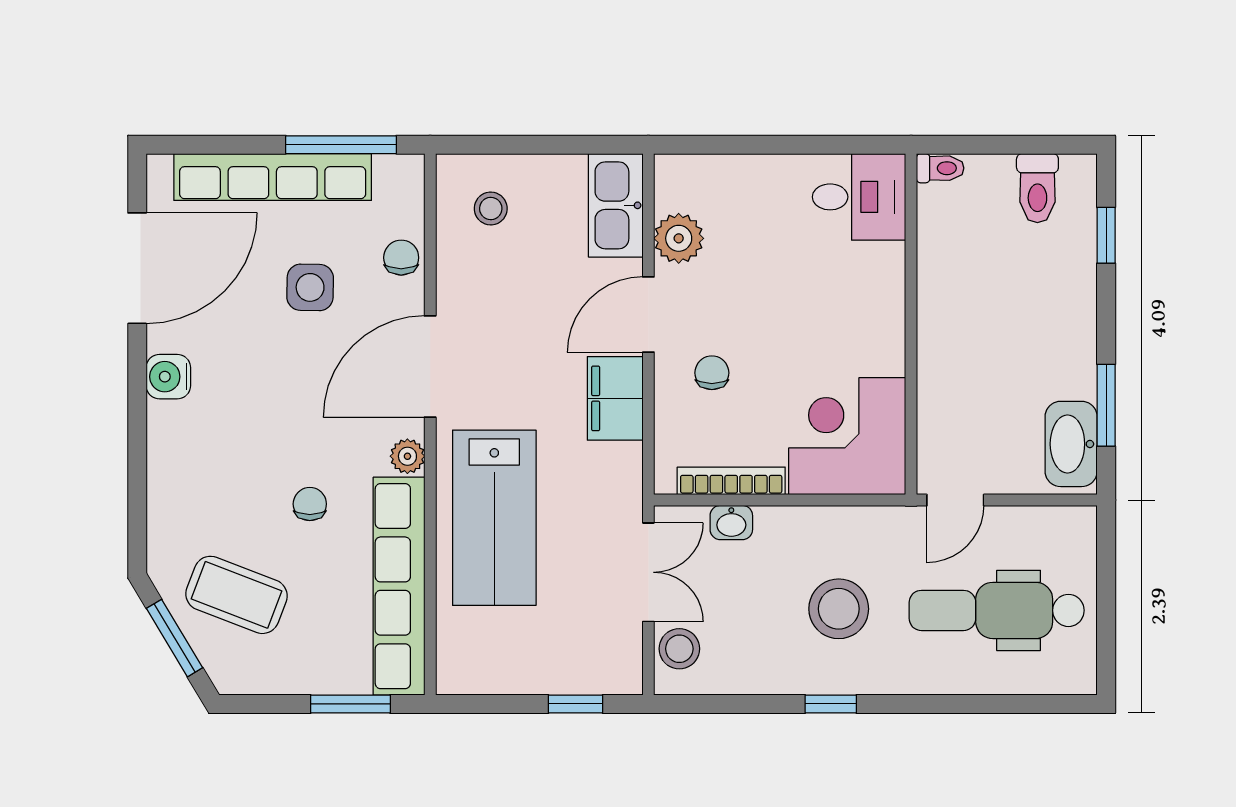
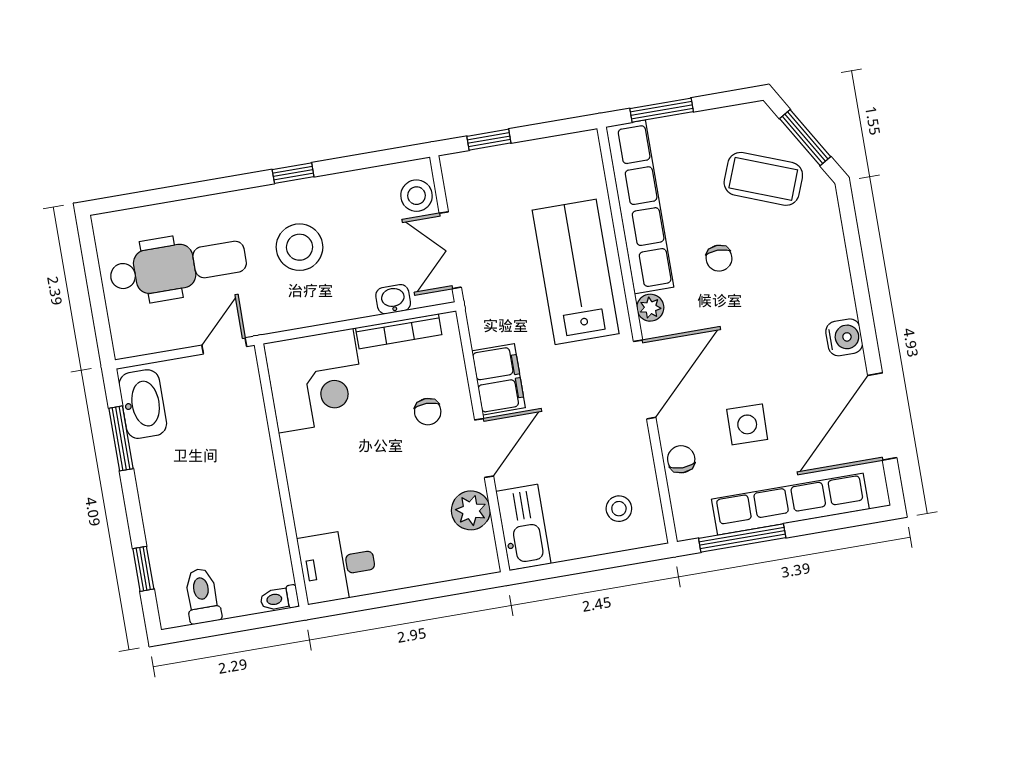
chair: (401, 258) -> (681, 459), turned 180

